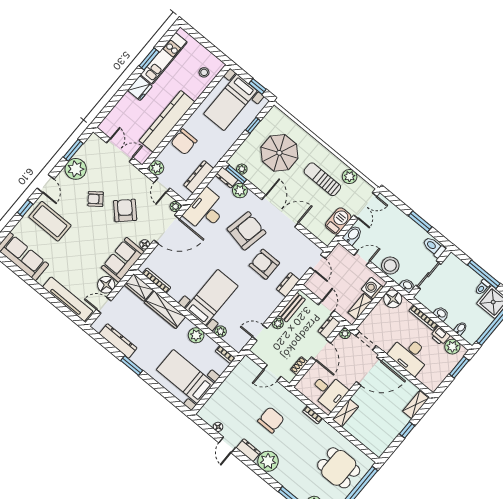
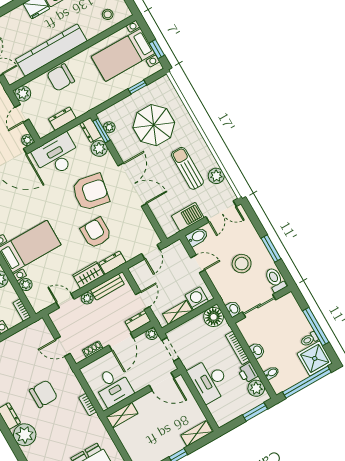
dresser: (199, 177) -> (62, 119), width x0.70
stool: (390, 265) -> (242, 264), moved
wardrobe: (271, 303) -> (88, 275), added
door: (369, 371) -> (162, 382), width x0.73

